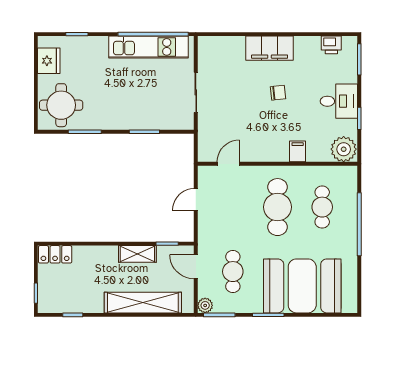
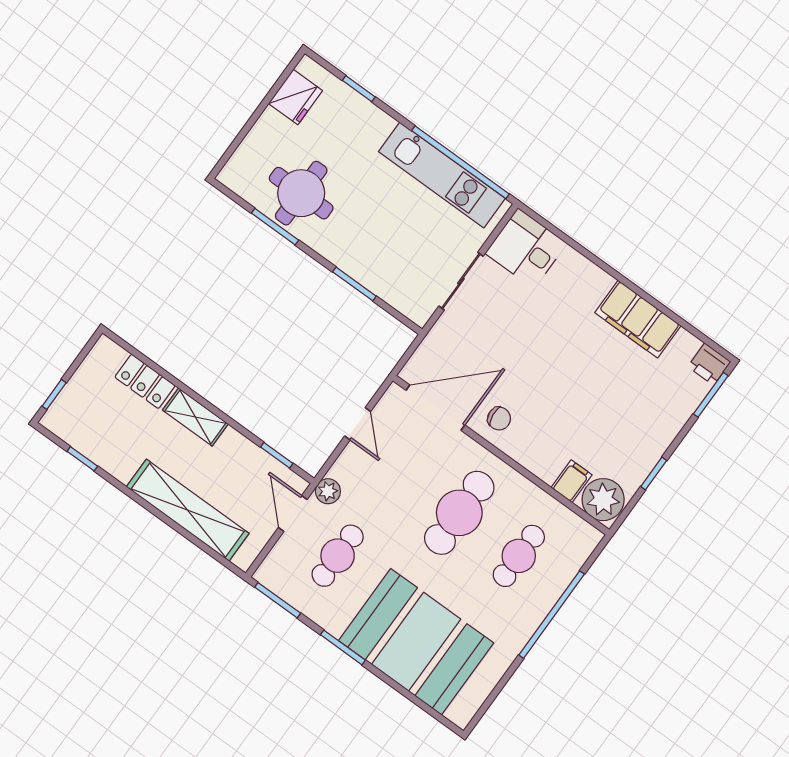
printer: (331, 45) -> (709, 364), moved
filing cabinet: (270, 48) -> (638, 319), moved
chair: (278, 93) -> (499, 419), moved
desk: (339, 101) -> (526, 248), moved, turned 180
round table: (61, 105) -> (301, 193), moved
filing cabinet: (298, 151) -> (572, 481), moved
door: (228, 164) -> (435, 408), width x1.87
door: (196, 199) -> (358, 424), swing flipped
locker: (55, 254) -> (145, 381), moved
shelving: (137, 254) -> (195, 417), moved
plant: (205, 305) -> (328, 491), moved

